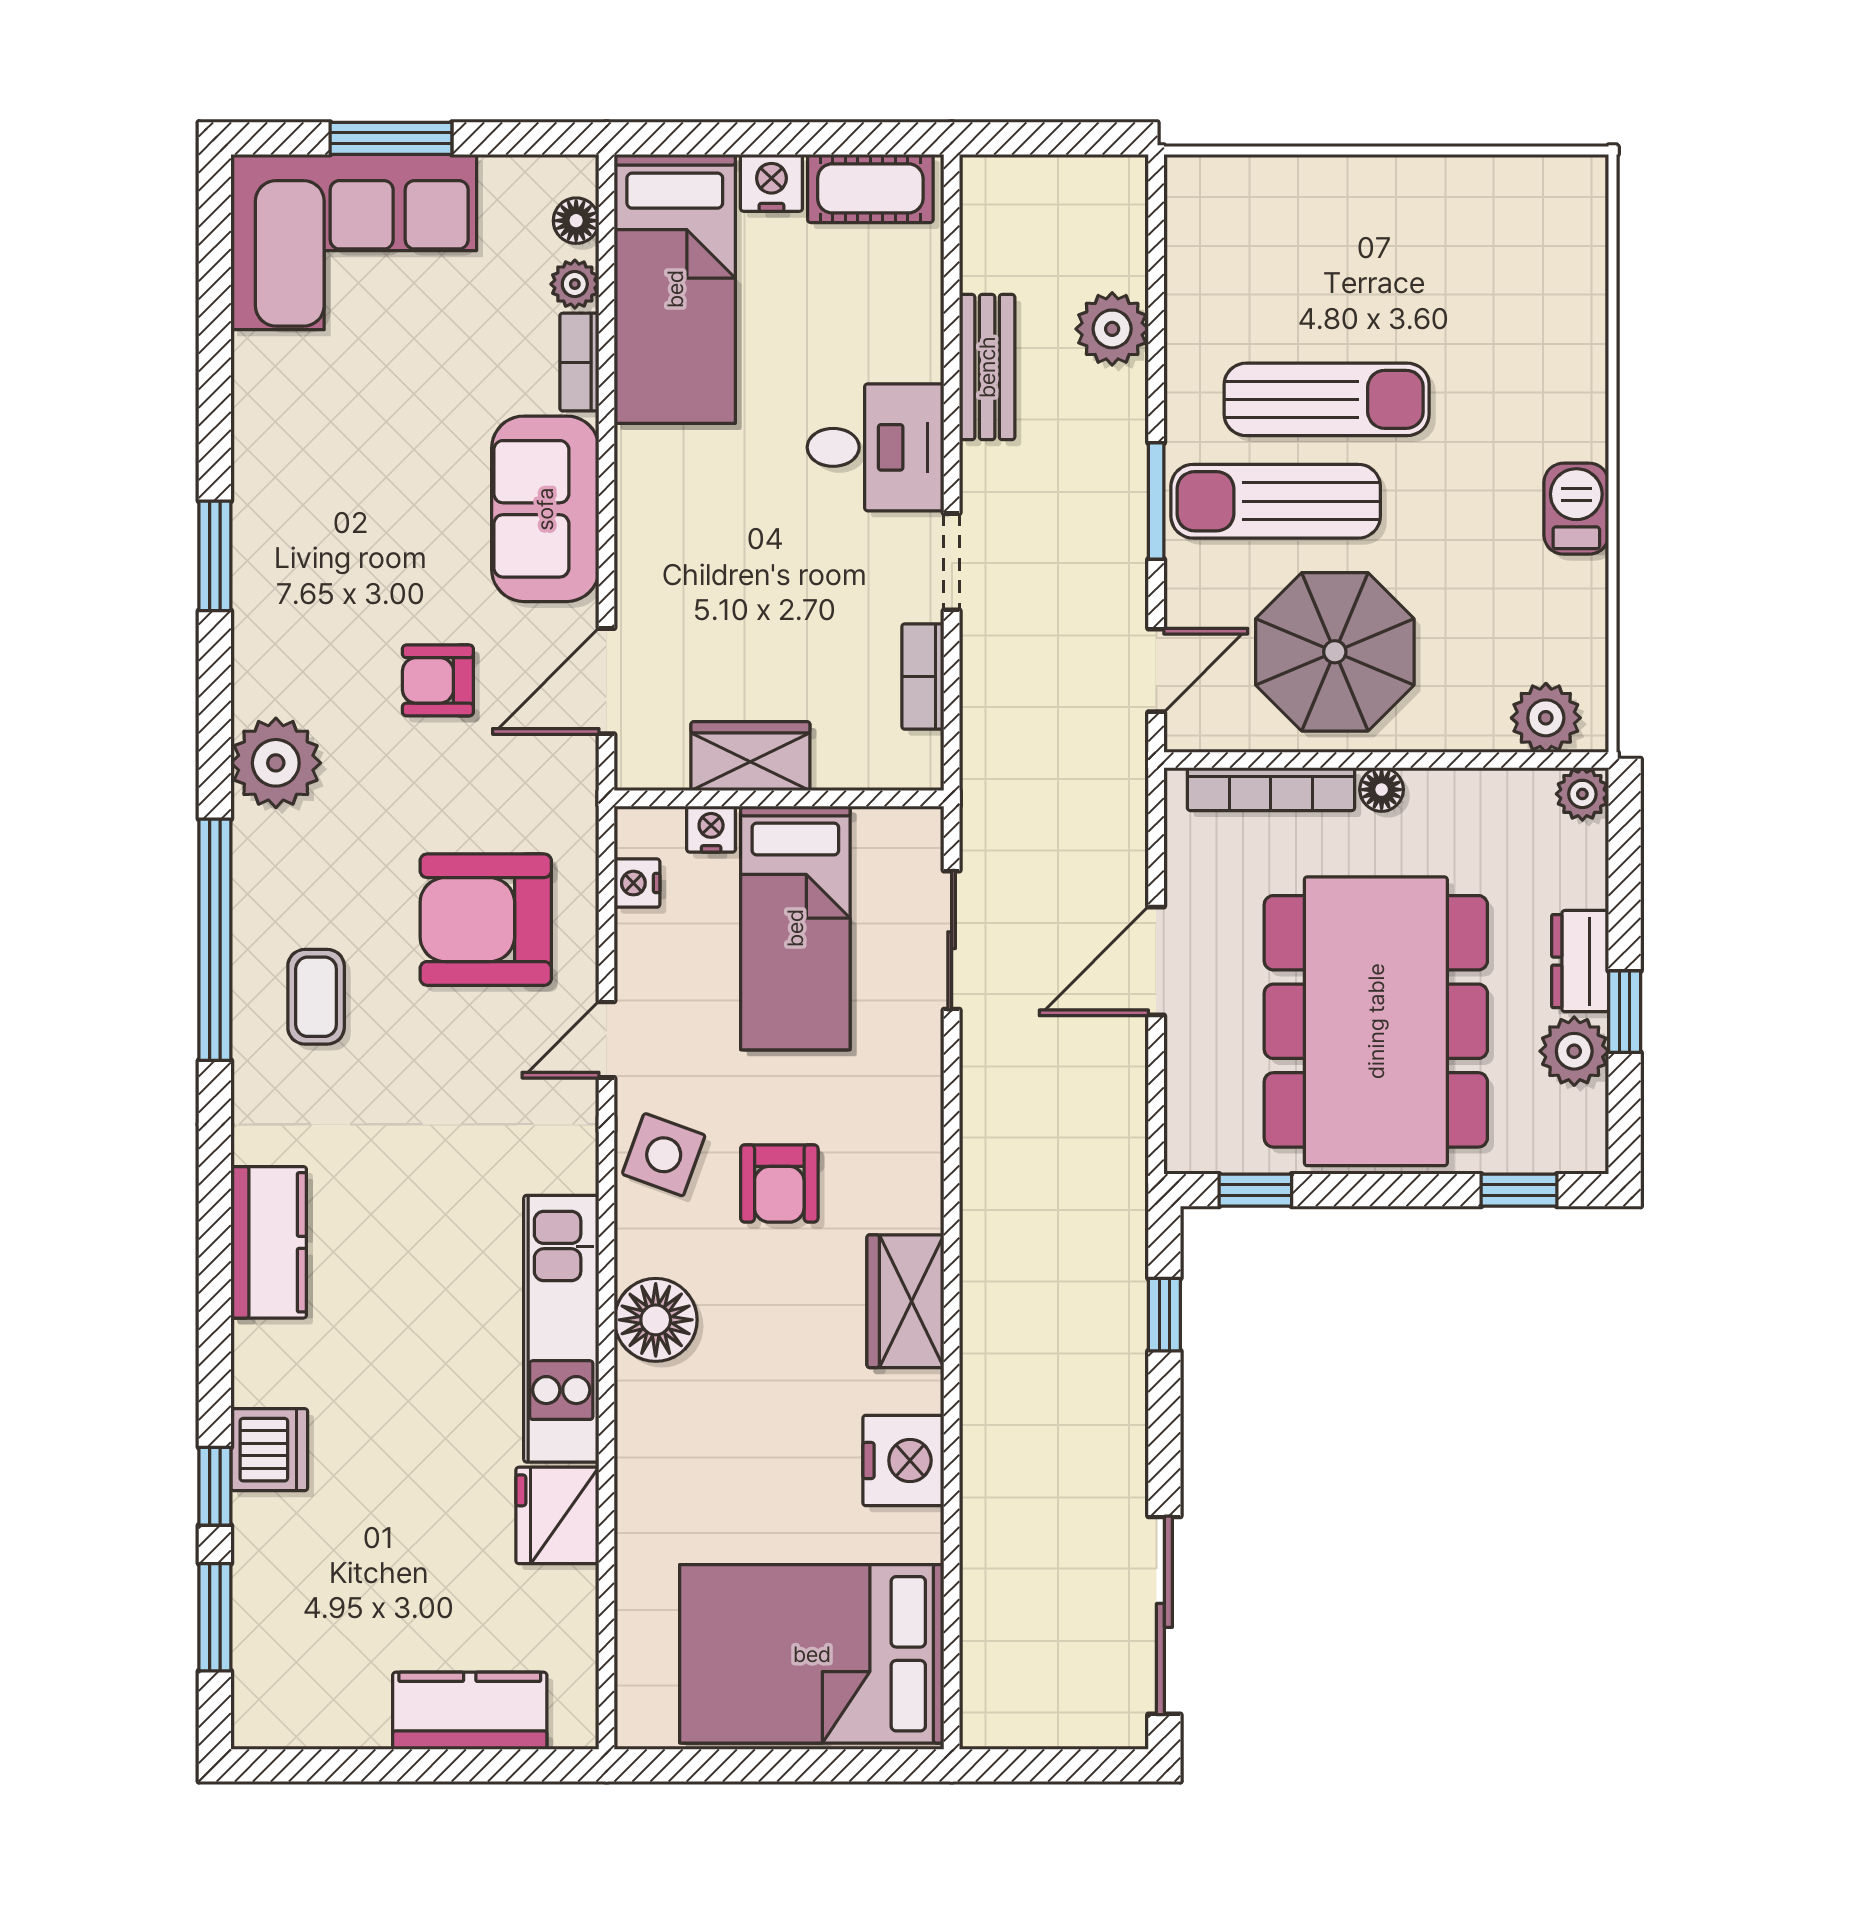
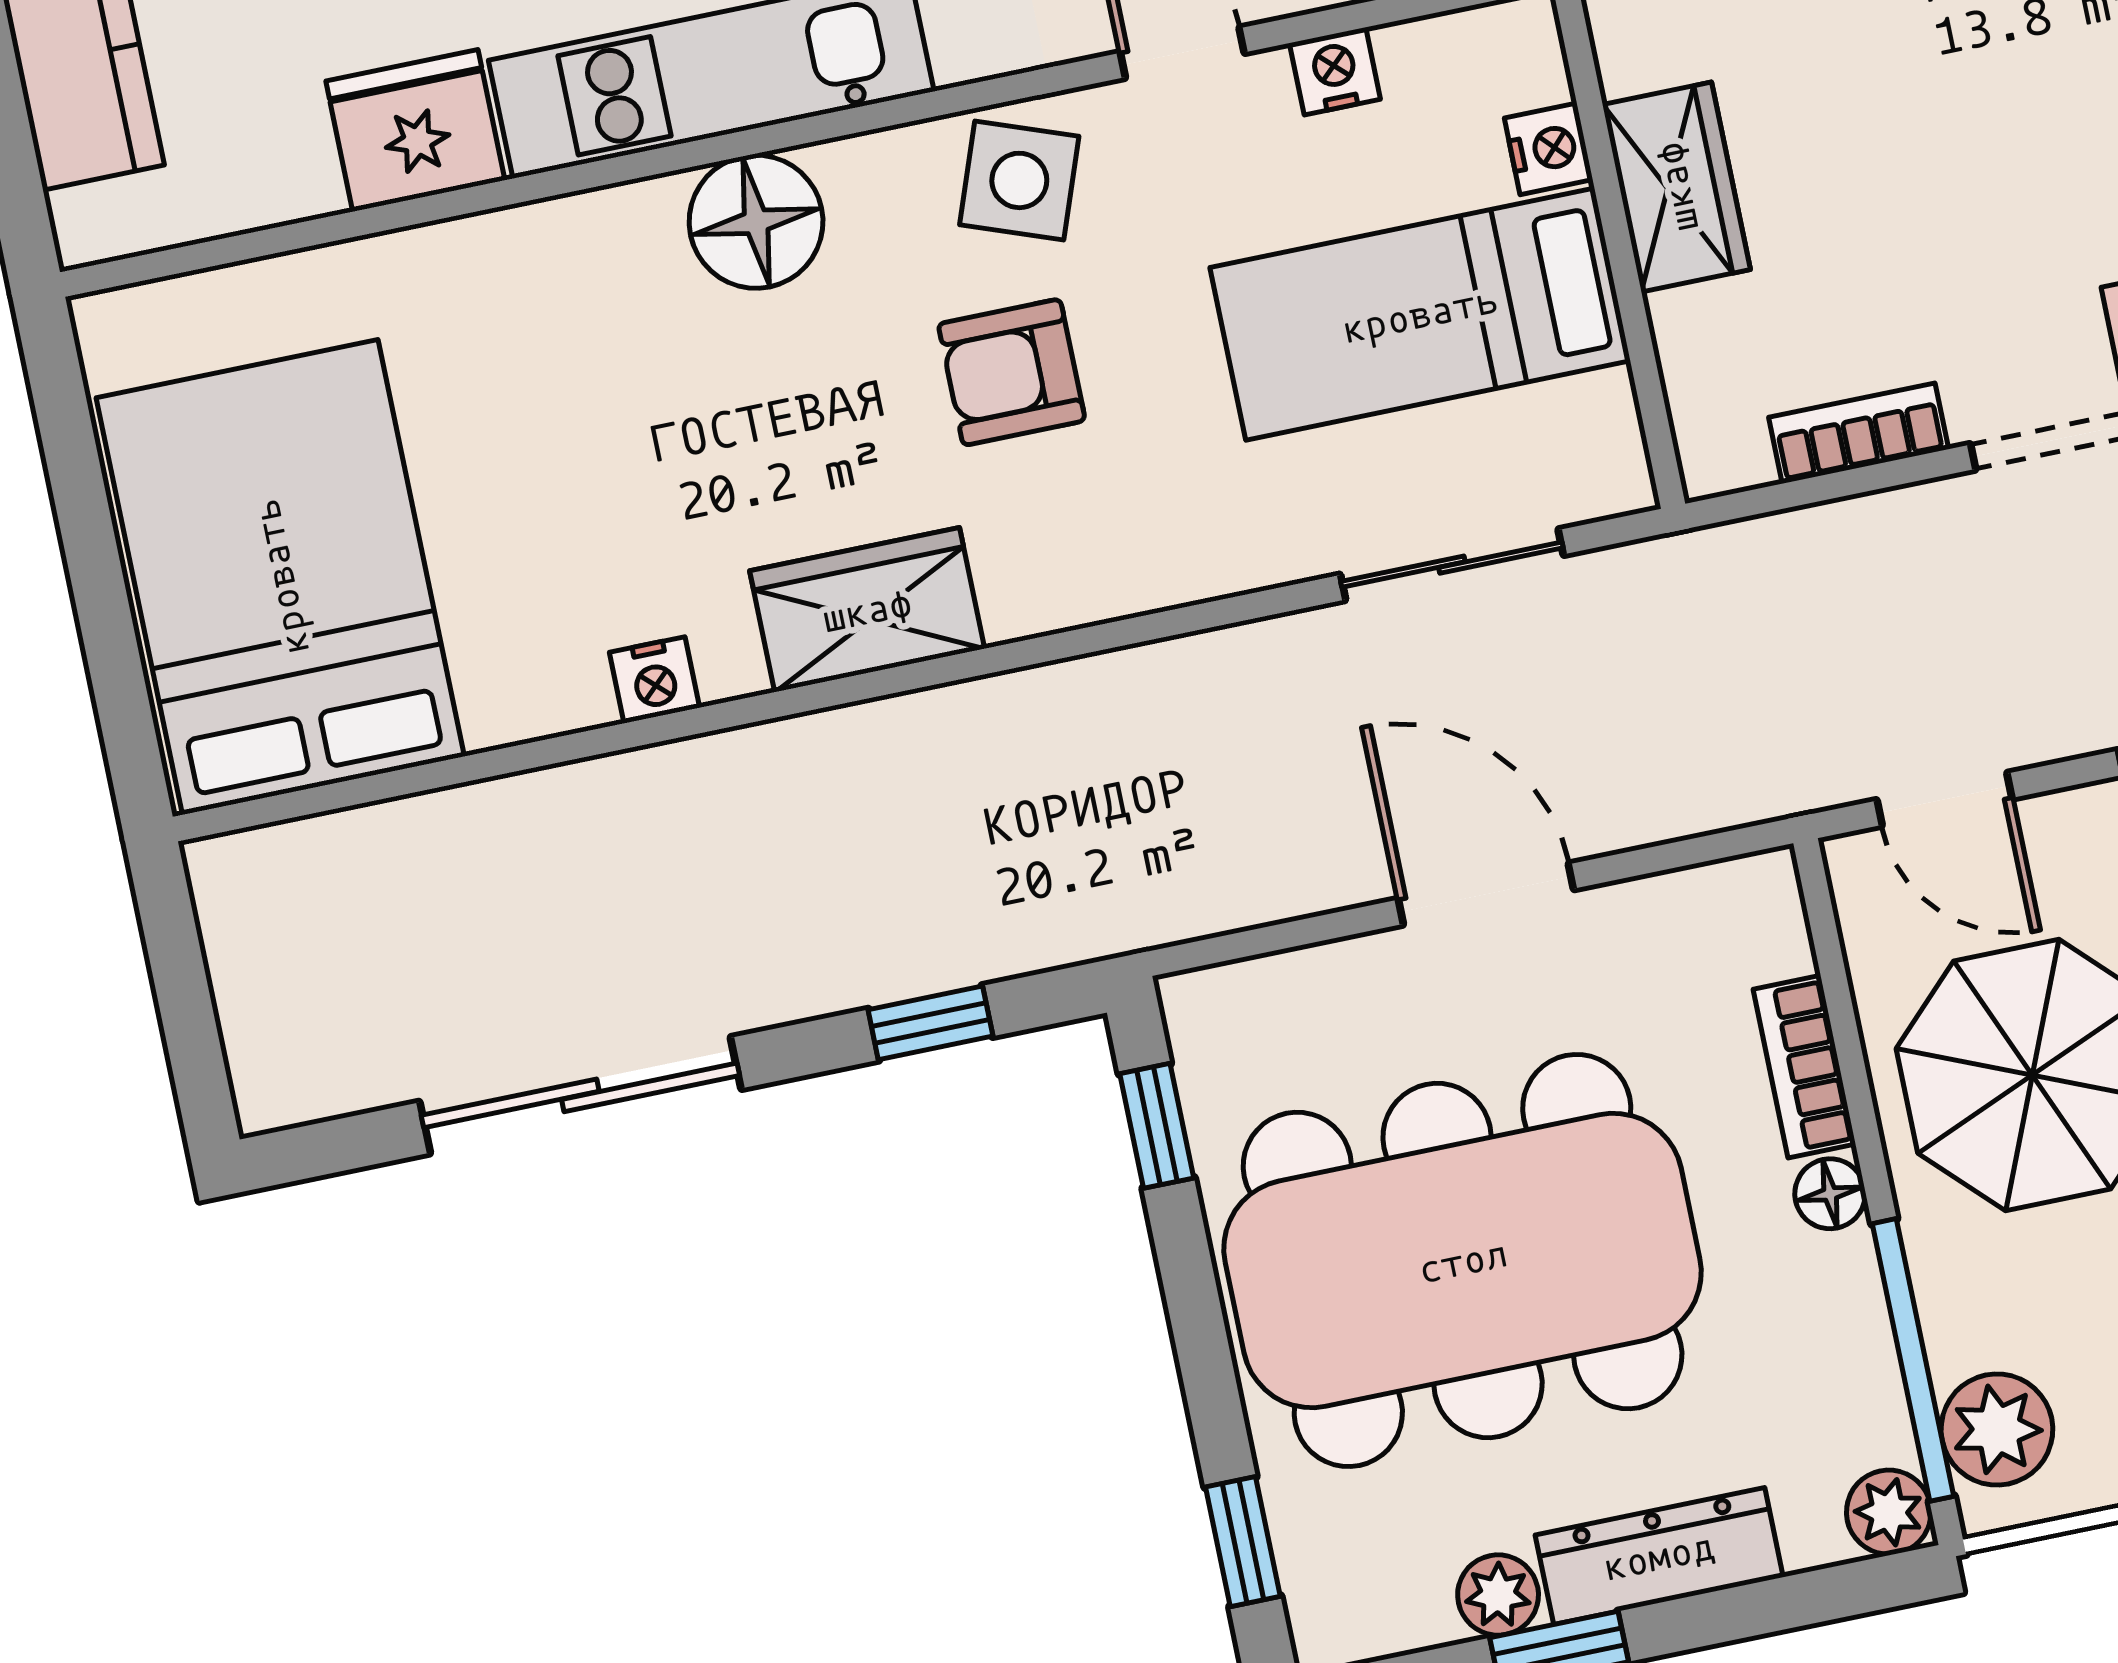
window: (1493, 760) -> (1913, 1360), added
bookcase: (1271, 789) -> (1804, 1067), width x0.64
nightstand: (637, 883) -> (1335, 71), moved
dresser: (1580, 961) -> (1659, 1556), width x1.44
plant: (1574, 1051) -> (1498, 1595), width x0.73, depth x0.73
nightstand: (903, 1460) -> (655, 680), width x0.53, depth x0.56
sliding door: (1164, 1615) -> (580, 1095), moved

